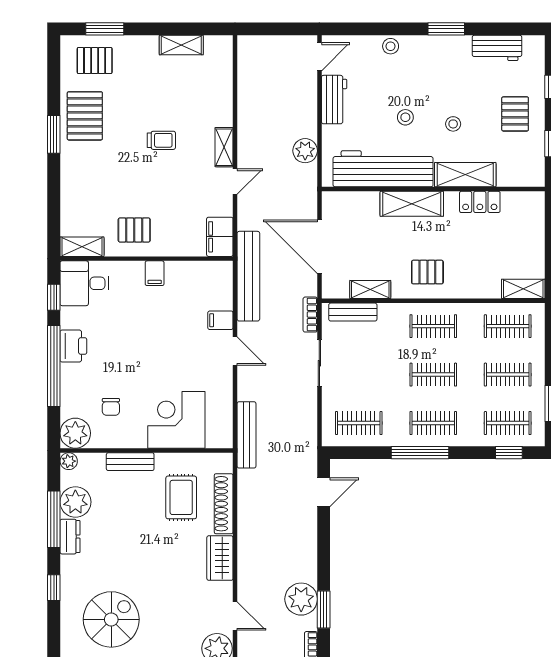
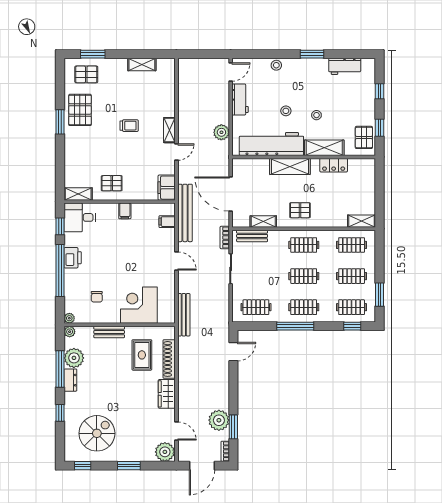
pallet: (515, 114) -> (364, 137), moved
filing cabinet: (220, 320) -> (167, 222), moved
plant: (75, 433) -> (69, 318), width x0.53, depth x0.53

